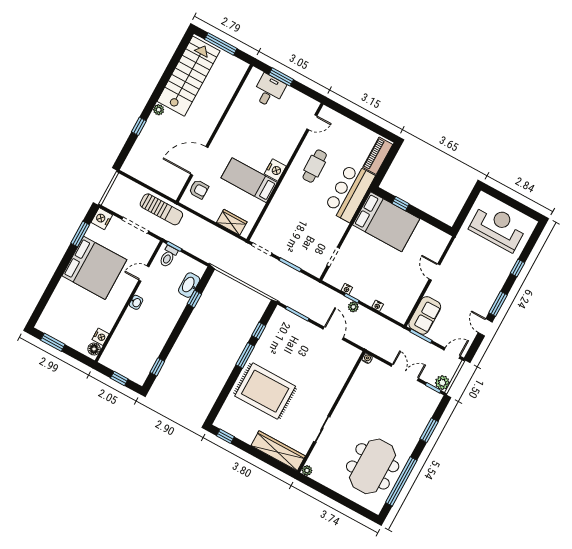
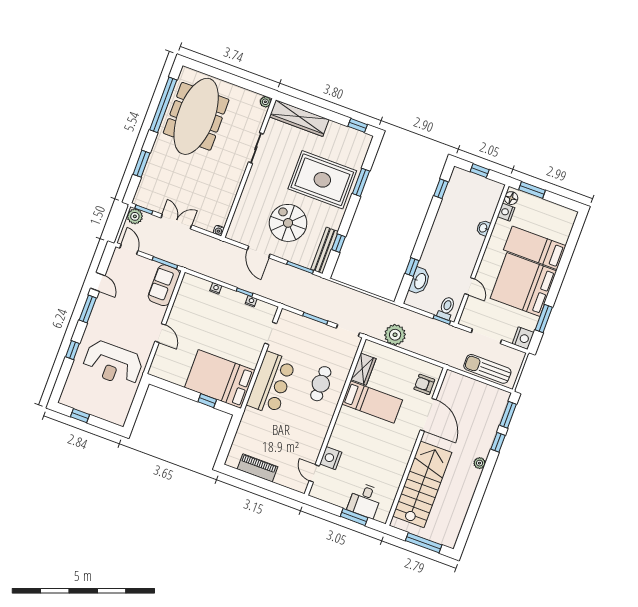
stairs: (188, 76) -> (422, 484), moved, turned 180
door: (312, 122) -> (314, 473), hinge flipped
window: (126, 150) -> (508, 415), added
piano: (378, 156) -> (257, 468), moved, turned -90
door: (199, 161) -> (428, 415), hinge flipped
cafe table: (315, 166) -> (321, 384), moved
nightstand: (275, 170) -> (331, 458), moved
bar counter: (350, 192) -> (271, 383), moved
window: (519, 207) -> (80, 416), added
sun lounger: (161, 209) -> (487, 369), moved
wardrobe: (232, 222) -> (363, 369), moved, turned -90
reception desk: (498, 227) -> (113, 363), moved
door: (144, 273) -> (470, 286), hinge flipped
bed: (79, 300) -> (535, 248), added
washbasin: (136, 302) -> (483, 228), moved
plant: (353, 307) -> (395, 335), moved, width x1.88, depth x1.88
bench: (273, 326) -> (325, 250), added
window: (53, 342) -> (532, 190), moved
door: (452, 353) -> (129, 249), swing flipped
window: (245, 356) -> (361, 182), moved
spiral stairs: (302, 356) -> (288, 223), added
double door: (405, 372) -> (176, 222), swing flipped
meeting table: (373, 466) -> (196, 116), width x1.36

